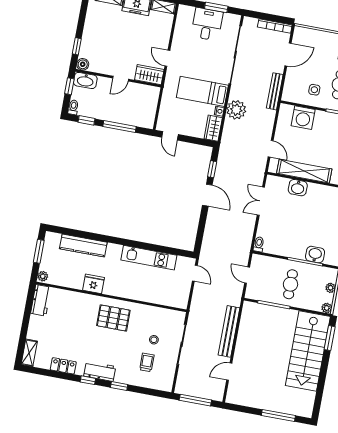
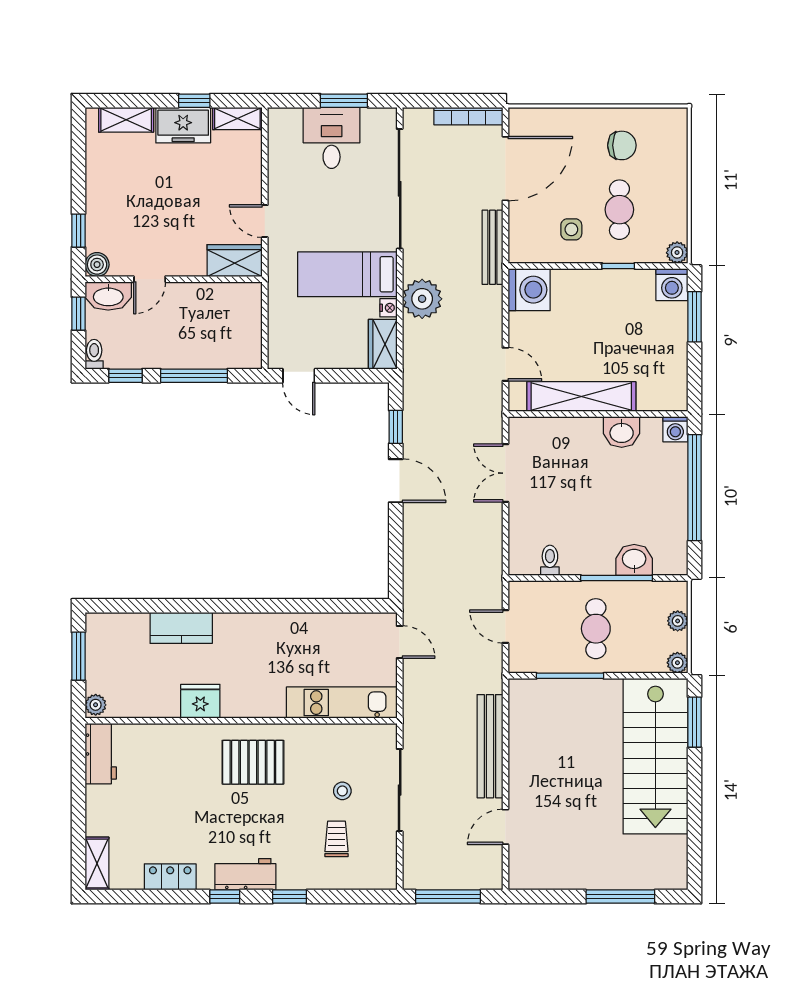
door: (288, 55) -> (505, 169), width x1.36
door: (121, 79) -> (150, 279), moved
washing machine: (303, 118) -> (529, 290), moved, turned -90
washbasin: (298, 188) -> (622, 432), moved
toilet: (259, 244) -> (550, 560), moved
kitchen counter: (83, 245) -> (181, 628), width x0.67
kitchen unit: (149, 258) -> (342, 703), moved, turned 180

